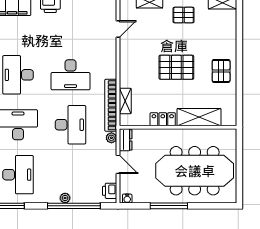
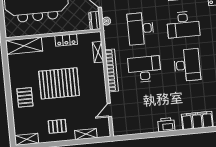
pallet: (176, 67) -> (59, 83), width x1.37, depth x1.41
pallet: (221, 71) -> (25, 97), moved
bookcase: (111, 105) -> (112, 70), moved
shelving: (199, 117) -> (24, 46), moved

